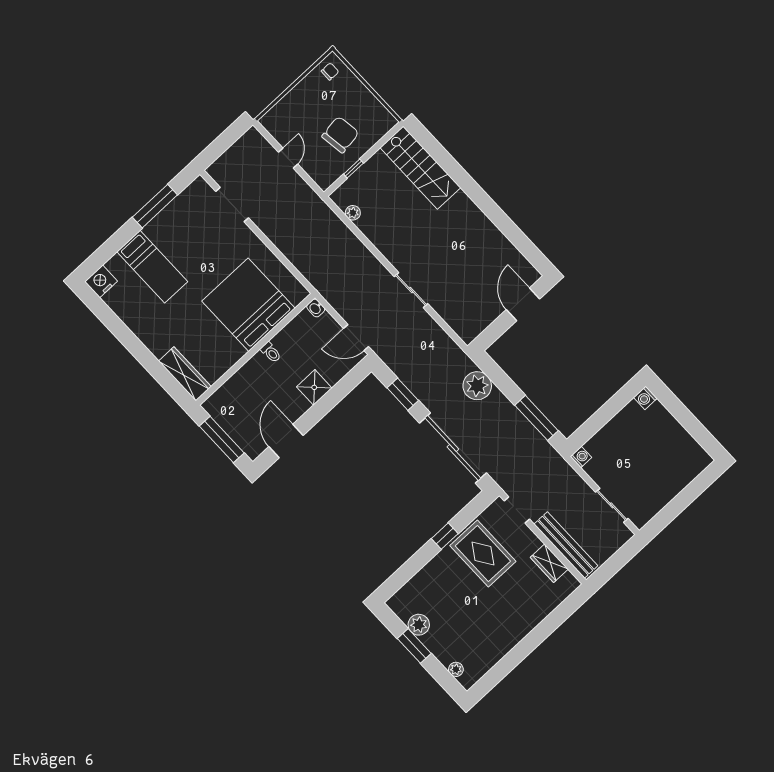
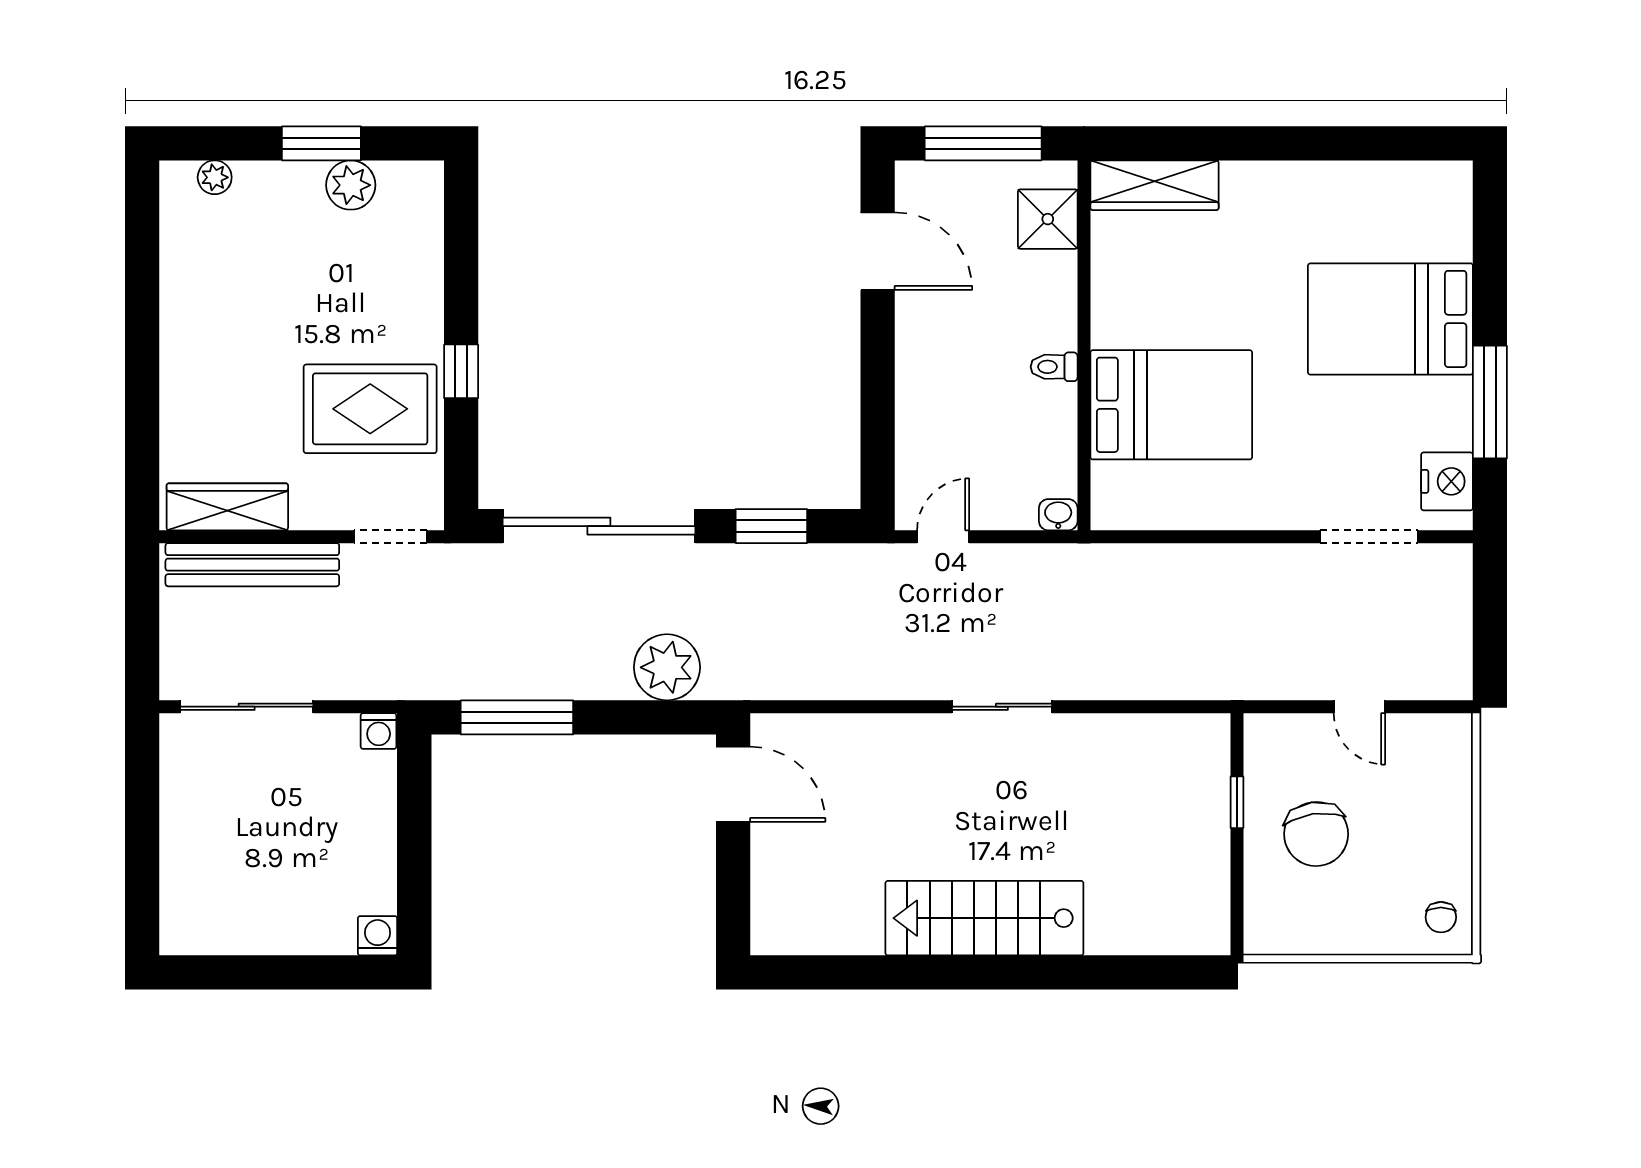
stairs: (420, 168) -> (984, 918), moved
plant: (353, 213) -> (1162, 730), removed
bed: (152, 267) -> (1390, 319), width x1.50
nightstand: (101, 281) -> (1447, 481), moved
sliding door: (411, 290) -> (1002, 707), moved
door: (523, 304) -> (733, 784), moved
bed: (249, 305) -> (1171, 405), width x0.73
door: (356, 338) -> (943, 537), width x0.73
shower: (314, 387) -> (1048, 219), moved
sliding door: (612, 505) -> (247, 707), width x1.37
wardrobe: (549, 563) -> (227, 507), width x1.50

